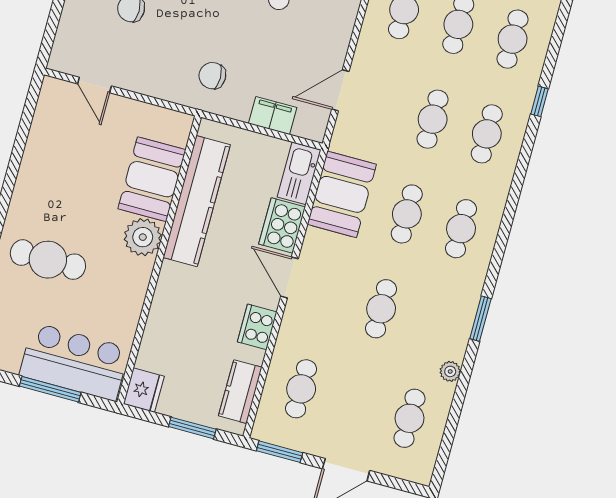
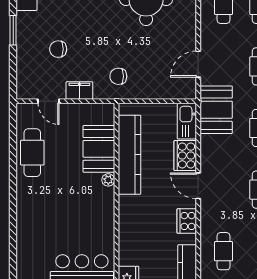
filing cabinet: (273, 116) -> (79, 91), moved
booth: (342, 194) -> (216, 110), moved
plant: (143, 237) -> (108, 180), width x0.53, depth x0.53
cafe table: (48, 260) -> (32, 153), moved, turned 90

